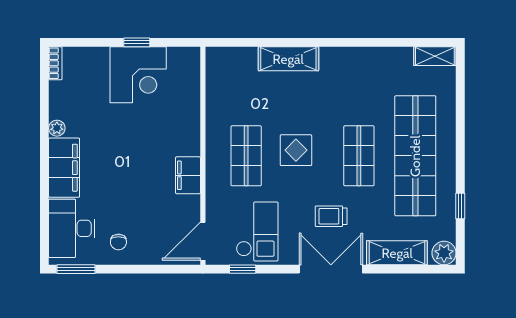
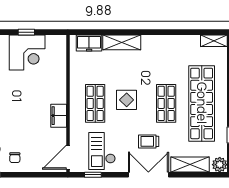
freezer: (237, 60) -> (89, 43), added
checkout: (257, 231) -> (102, 151), turned 180

